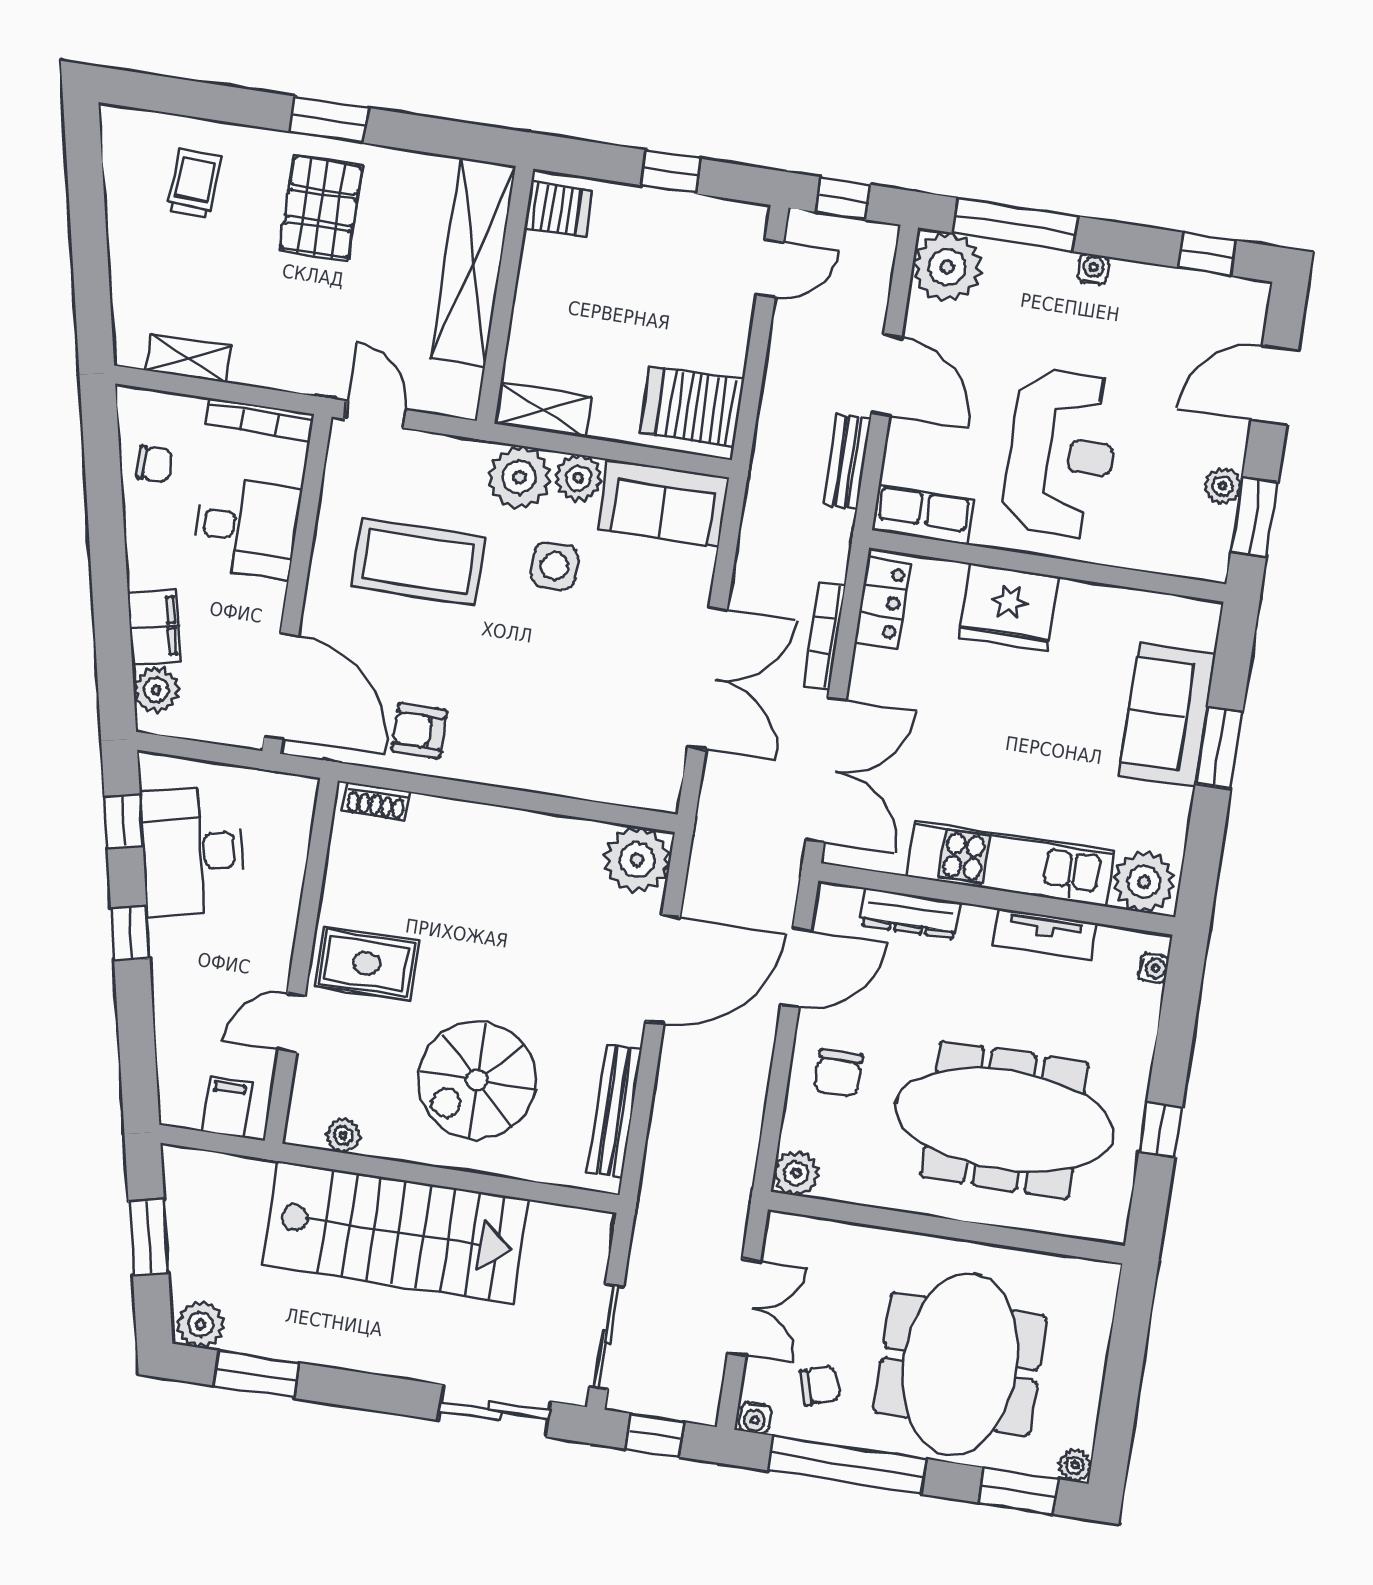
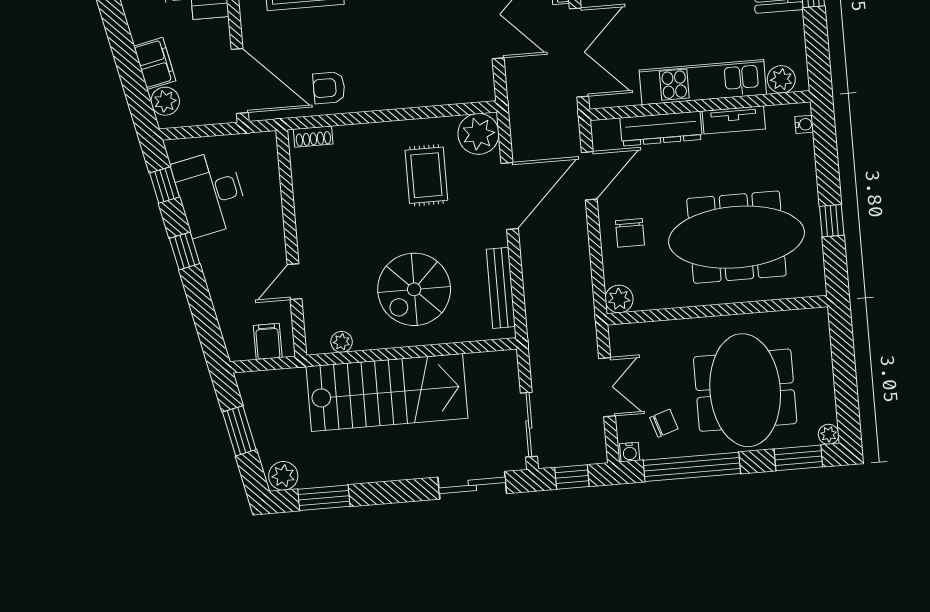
plant: (1144, 882) -> (781, 79), width x0.73, depth x0.73
dresser: (910, 913) -> (661, 129), width x1.37, depth x1.24
rug: (367, 963) -> (426, 175), moved, turned 90

